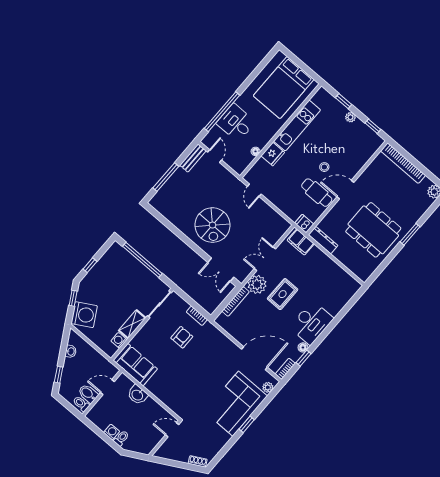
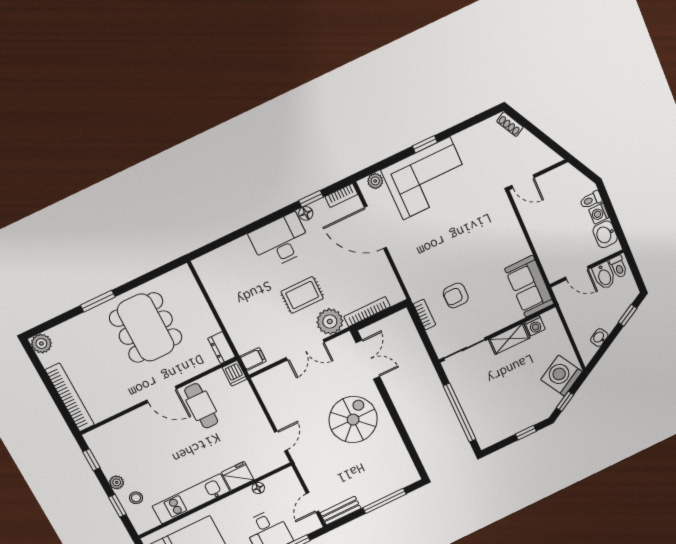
stool: (324, 167) -> (136, 498), moved
dresser: (323, 240) -> (222, 348), width x0.70
filing cabinet: (301, 242) -> (253, 359), width x0.50
washbasin: (138, 395) -> (605, 234), moved, turned 180

